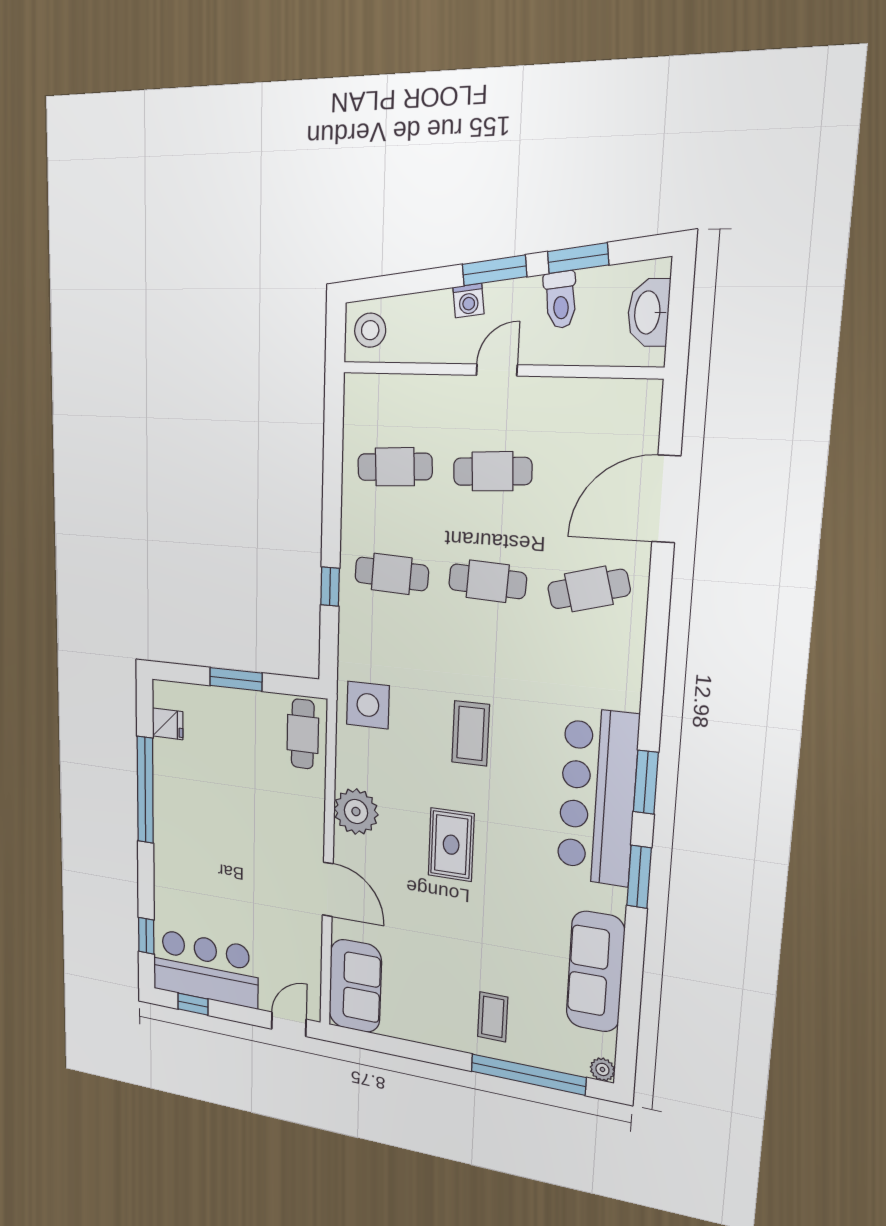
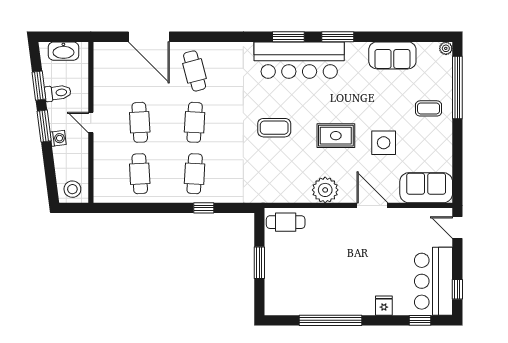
side table: (368, 705) -> (384, 143), moved
fridge: (168, 724) -> (384, 306), moved
door: (328, 889) -> (372, 205), hinge flipped
sofa: (595, 972) -> (392, 55), width x0.73

